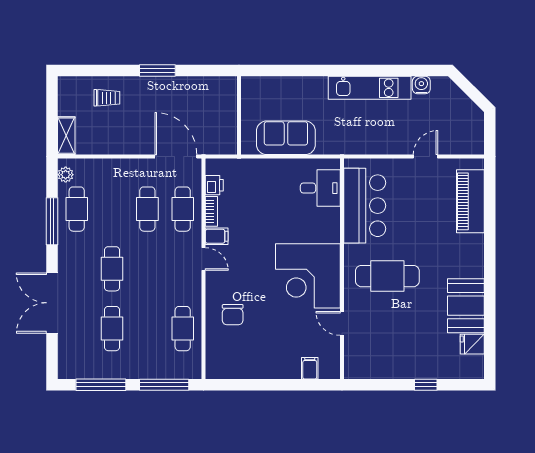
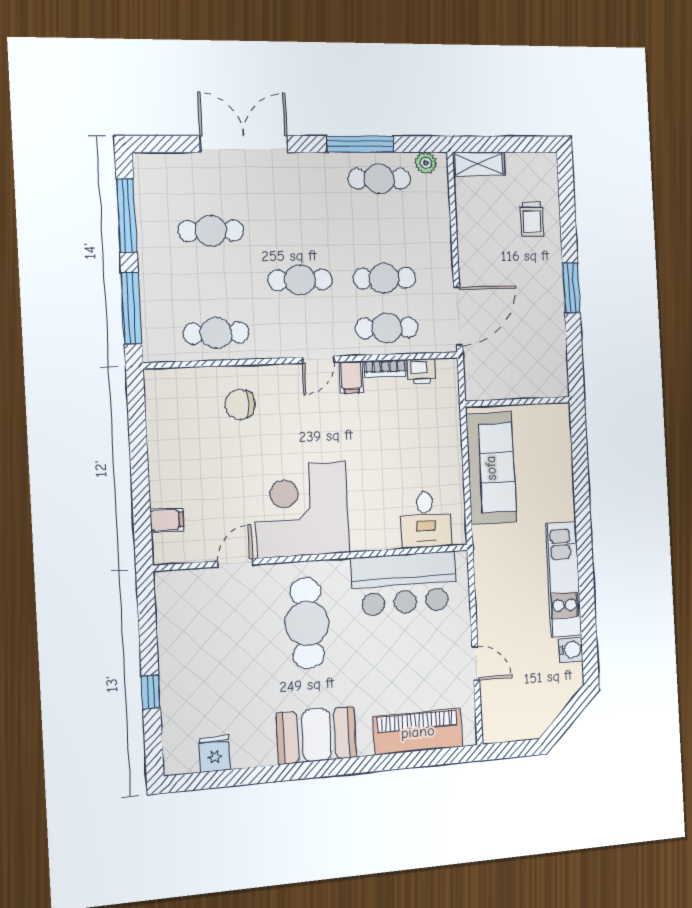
sofa: (286, 138) -> (491, 468), width x1.36
cafe table: (112, 269) -> (300, 280), moved
booth: (466, 306) -> (316, 735), moved

